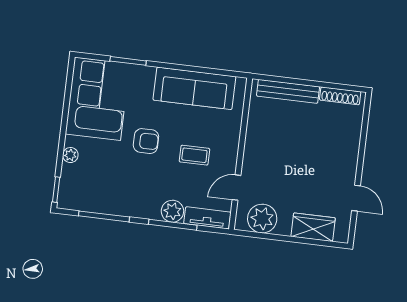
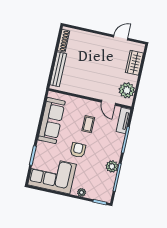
plant: (172, 211) -> (112, 166), moved

